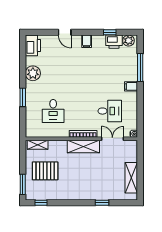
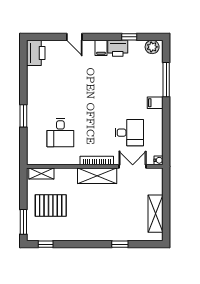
printer: (114, 42) -> (118, 48), moved
plant: (33, 73) -> (36, 87), removed

